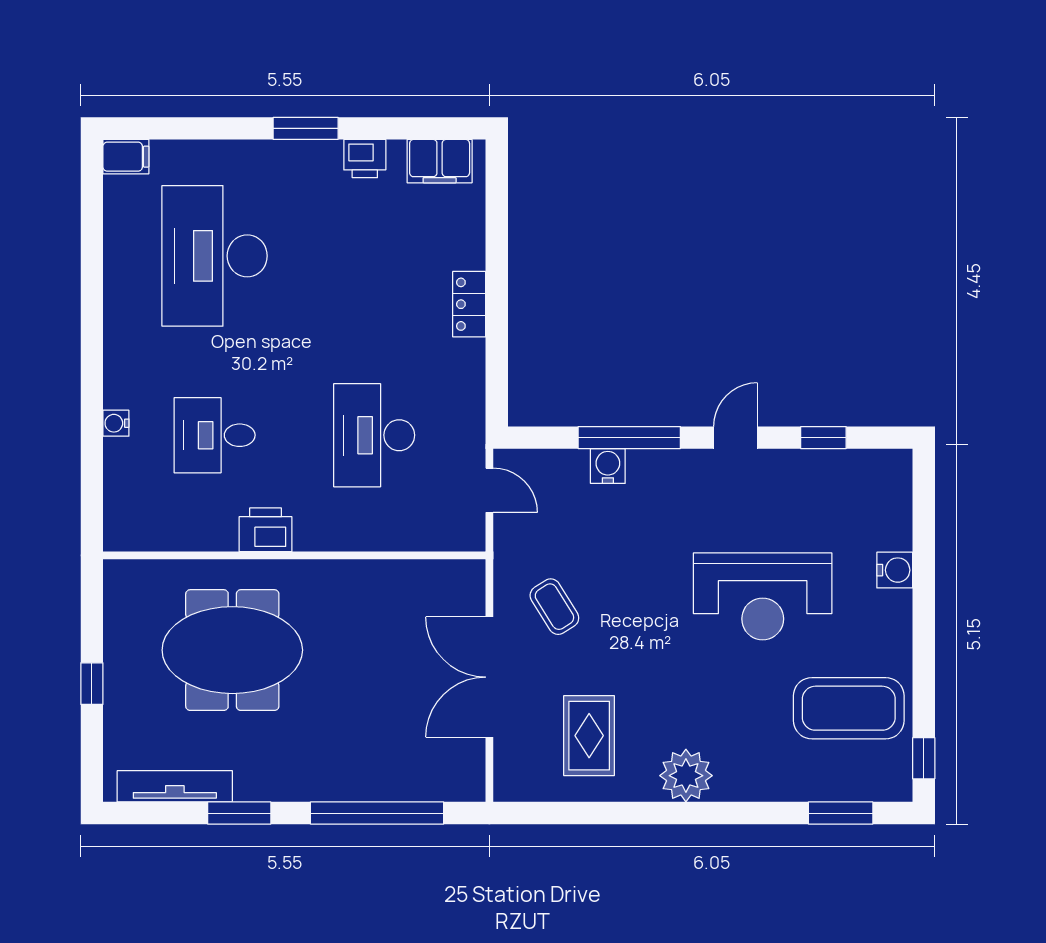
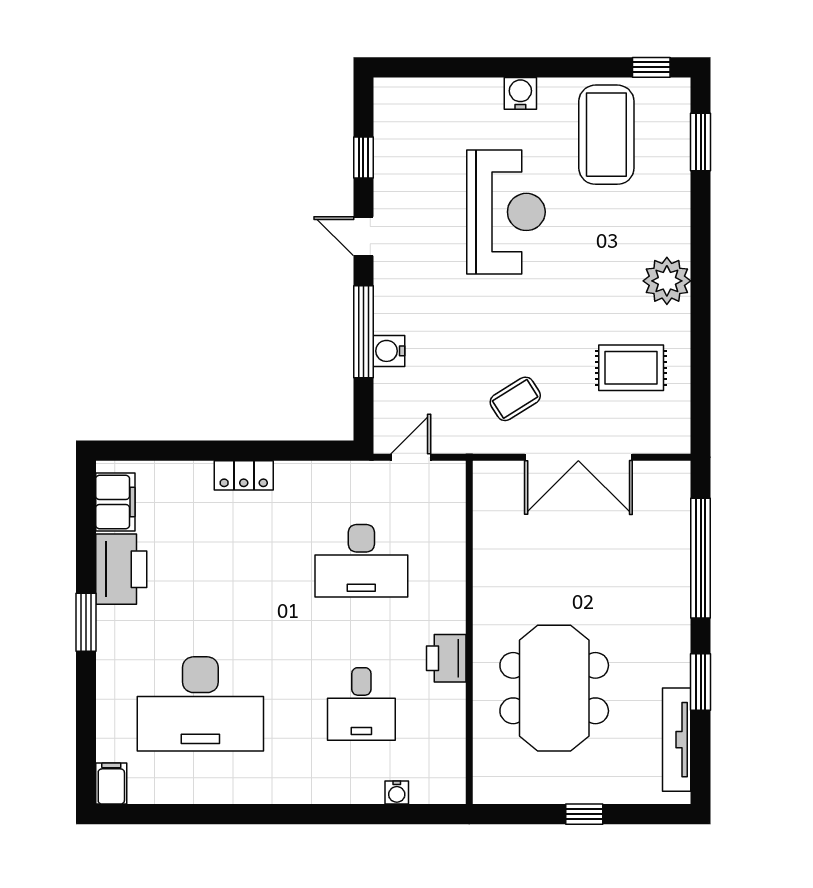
printer: (365, 159) -> (121, 569), width x1.87, depth x1.48
water cooler: (116, 423) -> (397, 793), moved
water cooler: (895, 570) -> (520, 93), moved

